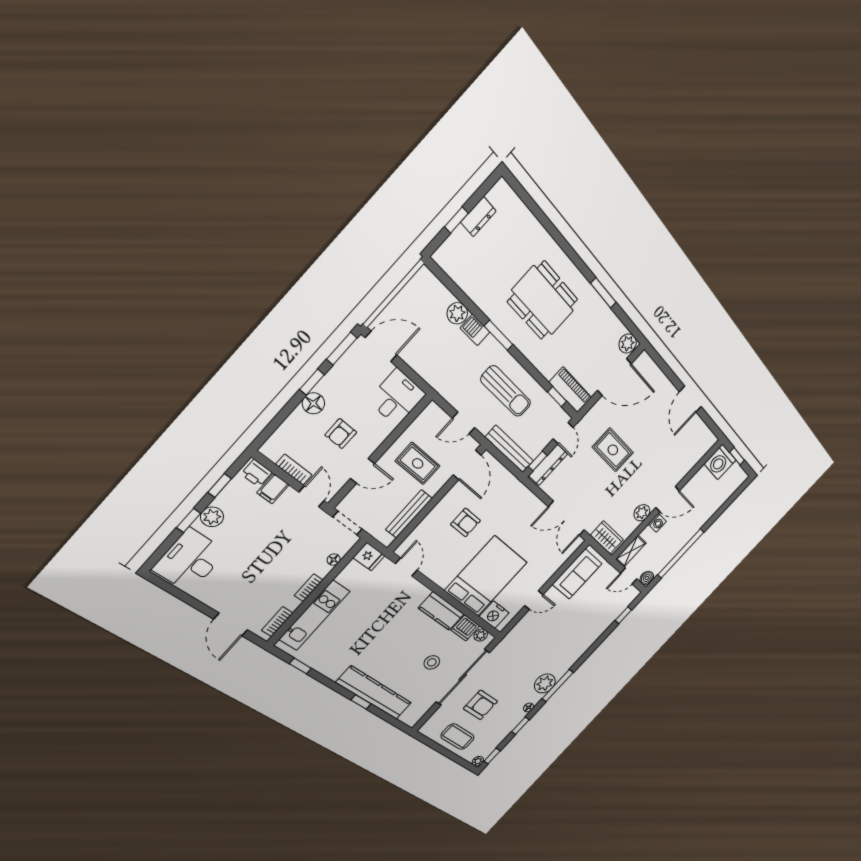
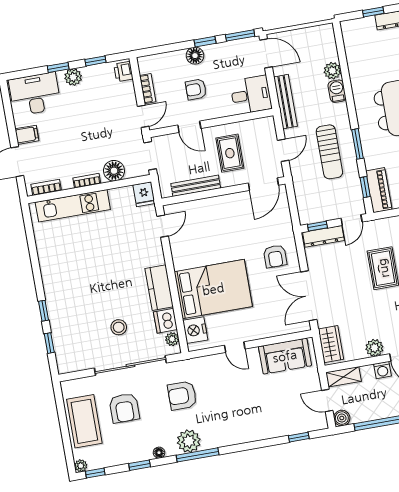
window: (499, 335) -> (358, 144), moved
door: (464, 423) -> (283, 150), swing flipped
bench: (510, 449) -> (286, 102), moved
filing cabinet: (273, 489) -> (27, 135), moved, turned 180
armchair: (466, 522) -> (275, 256), moved
floor lamp: (334, 560) -> (114, 171), width x1.89, depth x1.89
armchair: (518, 662) -> (182, 396), added
window: (300, 666) -> (49, 343), moved
kitchen counter: (374, 693) -> (59, 312), removed
coffee table: (458, 737) -> (84, 421), width x1.36, depth x1.32

